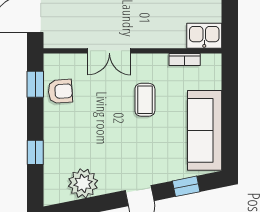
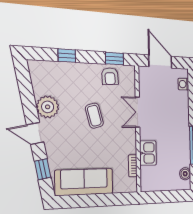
kitchen sink: (204, 36) -> (148, 153), moved
coffee table: (145, 100) -> (94, 116), moved, turned 75
plant: (83, 183) -> (48, 107), moved

